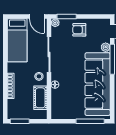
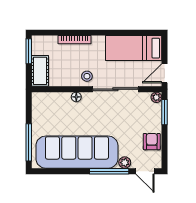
armchair: (79, 30) -> (152, 142), moved
cot: (40, 98) -> (40, 71), moved, turned 90

